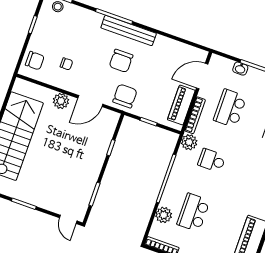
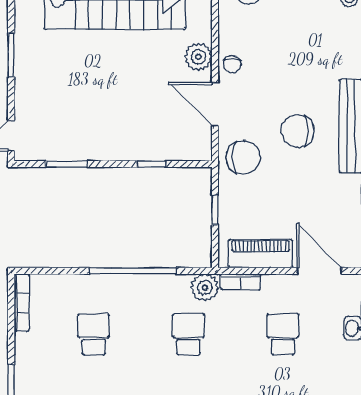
chair: (66, 64) -> (232, 64), moved
school desk: (230, 108) -> (283, 334), width x0.54
bookcase: (195, 115) -> (241, 282), width x0.64
school desk: (193, 212) -> (94, 334), width x0.54
plant: (164, 215) -> (73, 288), removed

